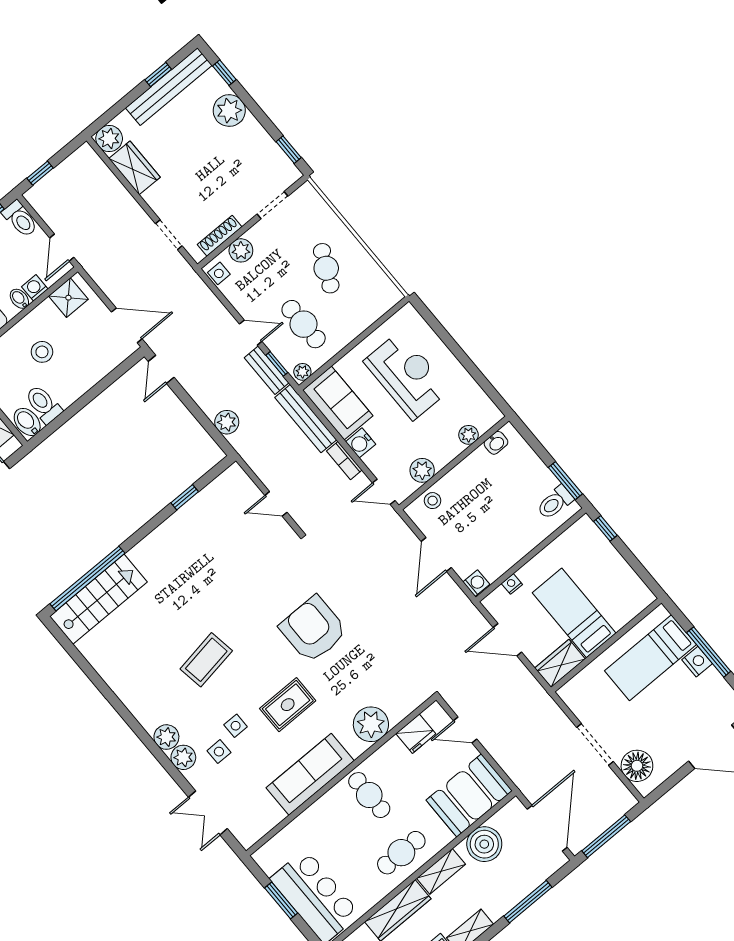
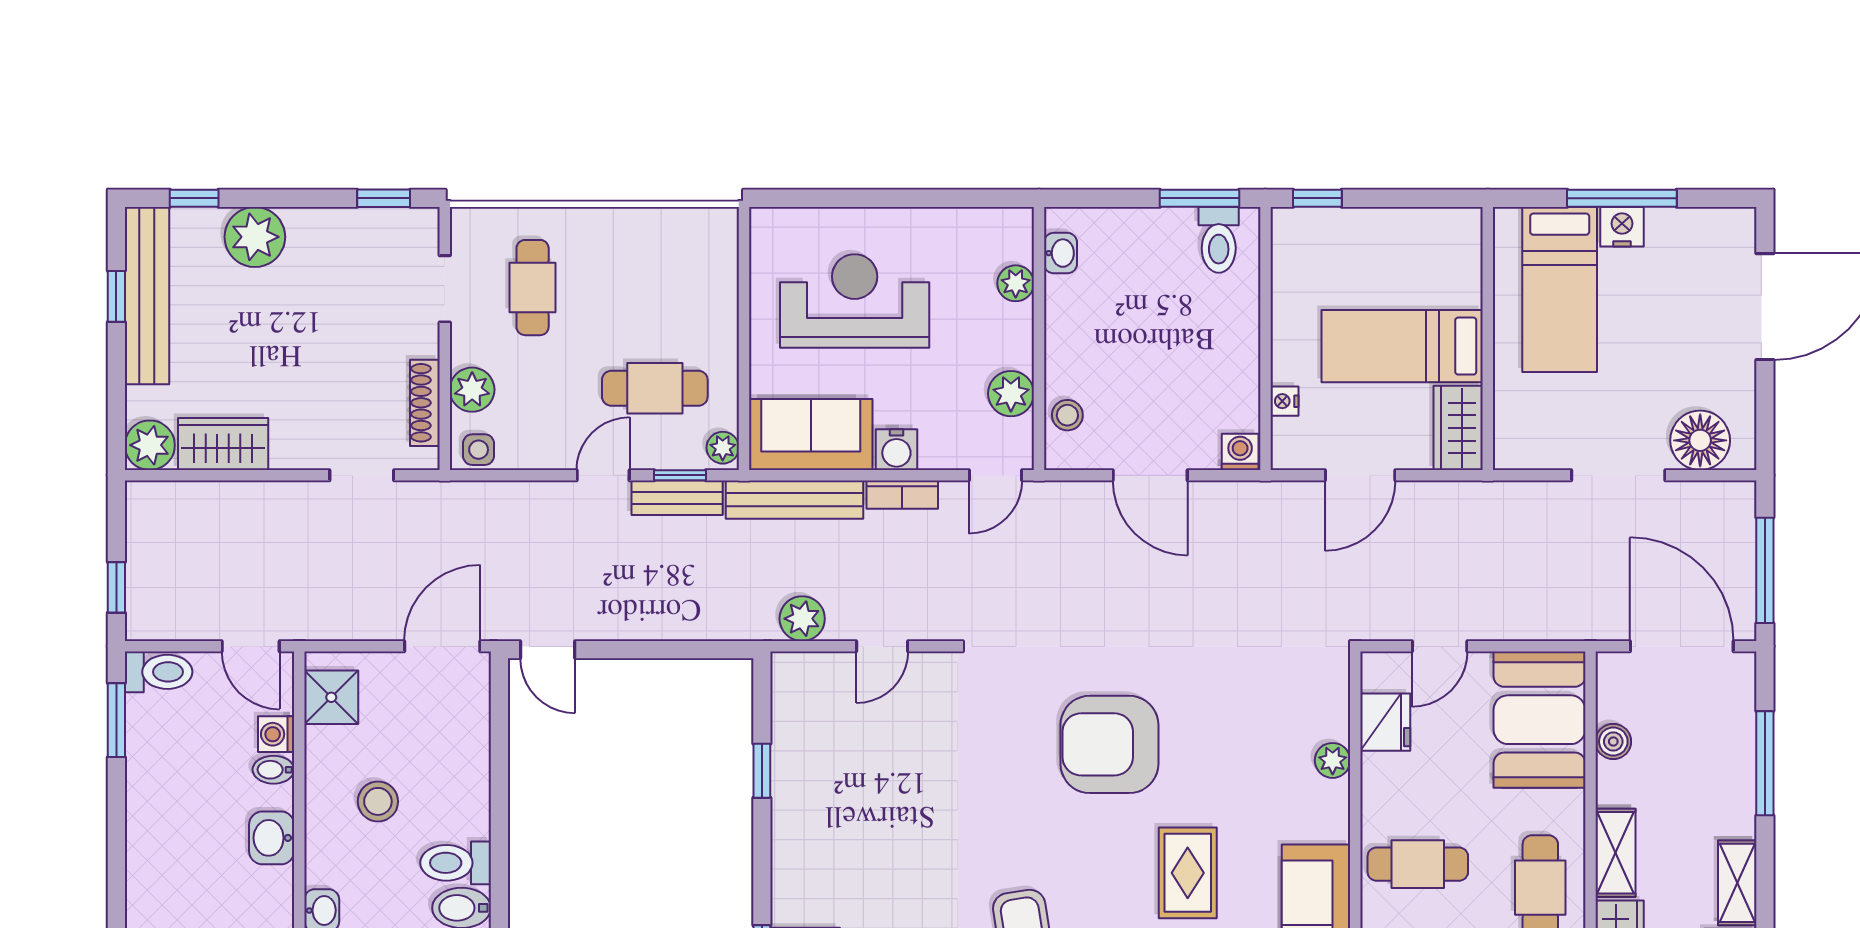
cafe table: (326, 268) -> (533, 288), moved, turned 64
plant: (227, 422) -> (802, 619), moved
plant: (371, 724) -> (1333, 760), width x0.53, depth x0.53
boiler: (484, 844) -> (1613, 742), width x0.54, depth x0.54

